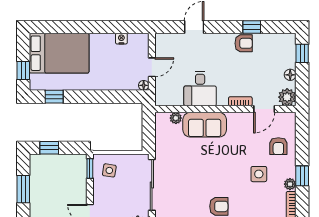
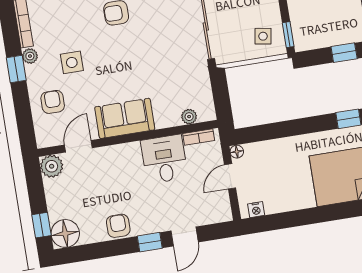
window: (252, 27) -> (150, 242), moved
nightstand: (121, 39) -> (256, 210), moved
armchair: (244, 43) -> (118, 226), turned 90
floor lamp: (290, 75) -> (65, 233), moved, width x1.89, depth x1.89
bookcase: (240, 101) -> (199, 137), moved
sofa: (205, 125) -> (125, 118), moved

